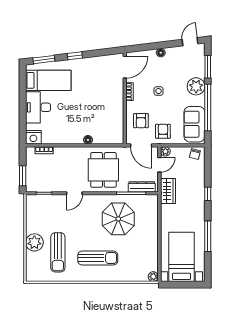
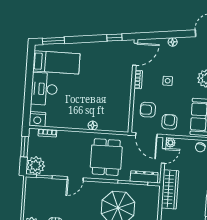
window: (75, 56) -> (114, 38), moved
armchair: (141, 121) -> (148, 110), turned 90
window: (23, 176) -> (25, 147), moved
plant: (35, 183) -> (36, 166), added
wardrobe: (168, 191) -> (170, 189), width x1.50

